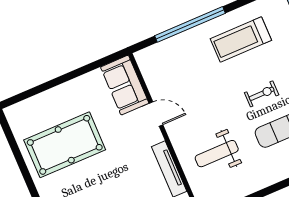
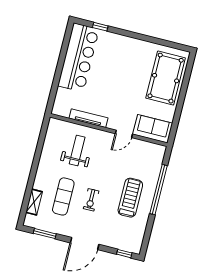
treadmill: (241, 40) -> (130, 198), moved
pool table: (65, 145) -> (166, 78), moved

